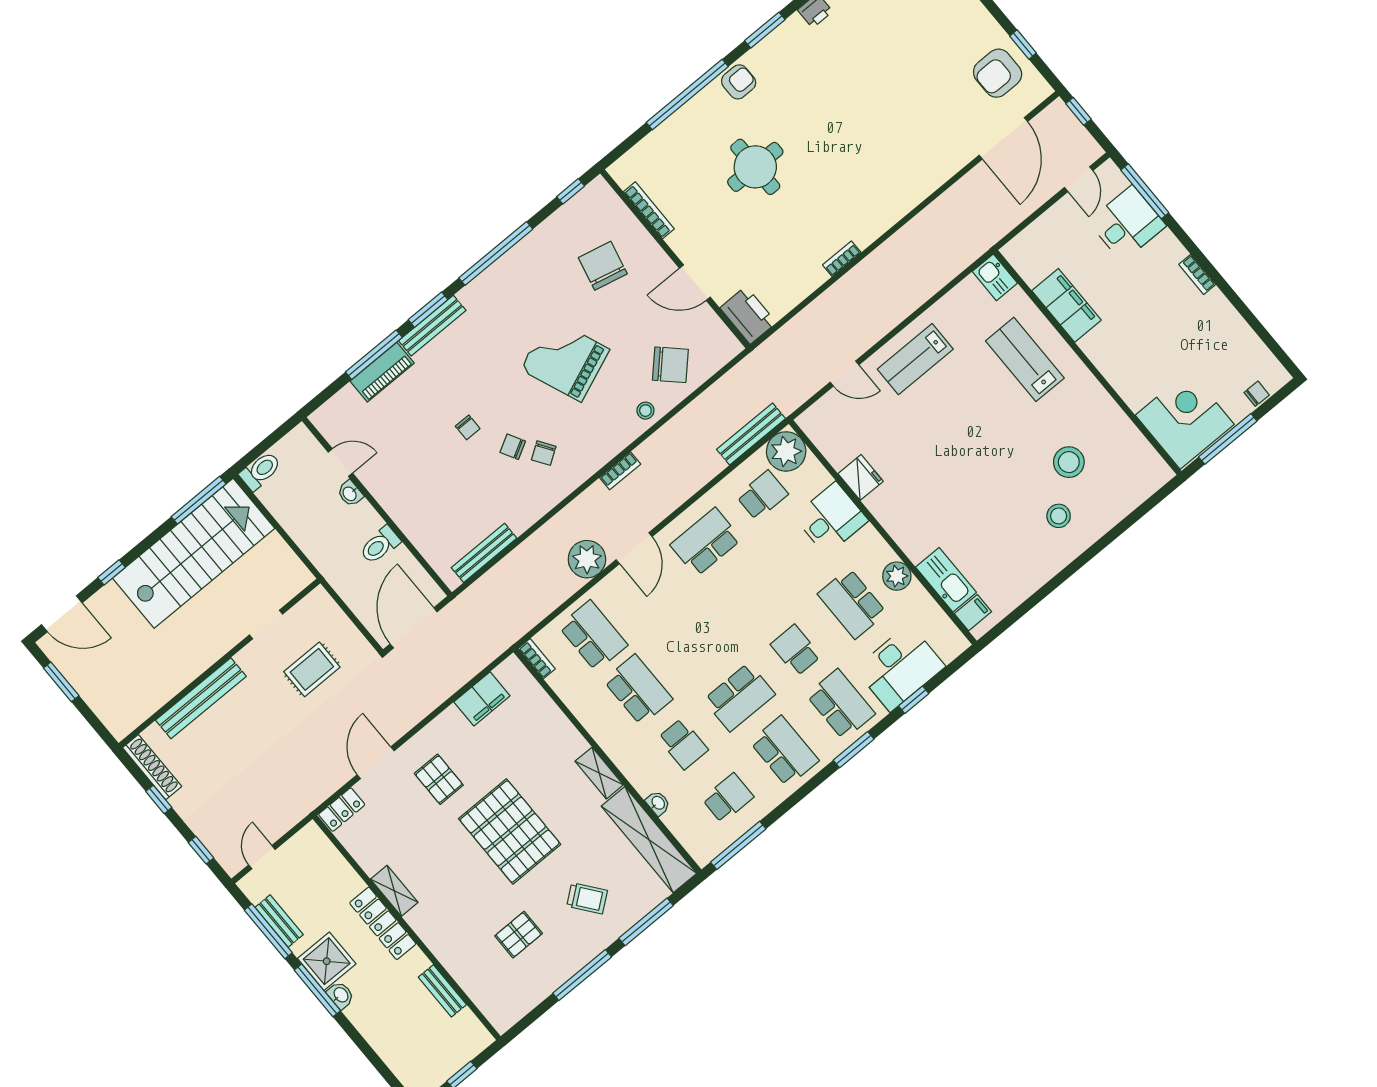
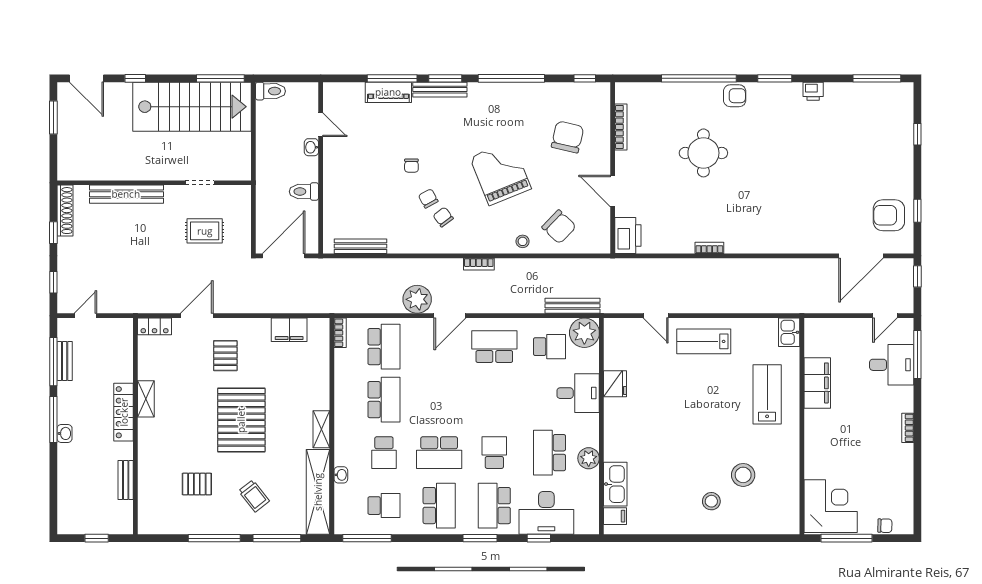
chair: (544, 453) -> (443, 217), turned 87
school desk: (841, 704) -> (494, 506), turned 180
shower: (327, 961) -> (73, 407), removed

